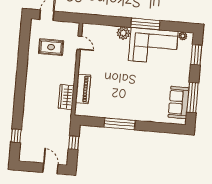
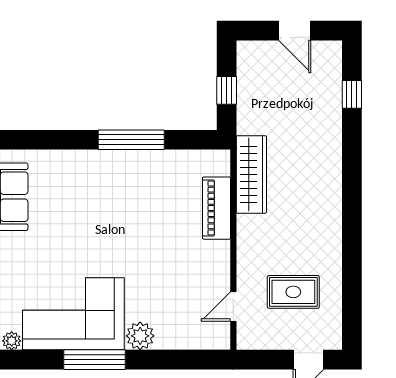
door: (79, 43) -> (233, 307), hinge flipped
wardrobe: (66, 97) -> (251, 174), width x1.50
door: (50, 168) -> (295, 31), moved

